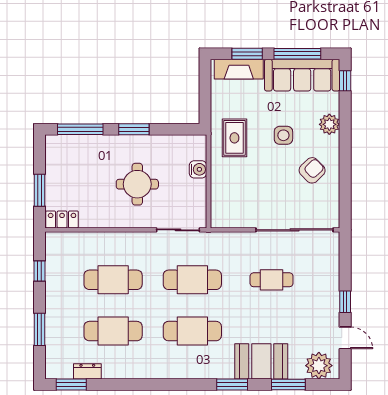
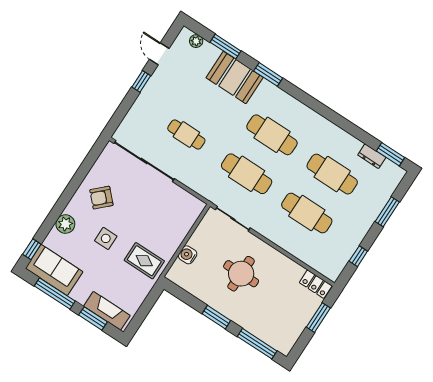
sofa: (302, 75) -> (54, 270), width x0.73
rug: (234, 138) -> (144, 261), turned 90
plant: (319, 366) -> (196, 41), width x0.53, depth x0.53

